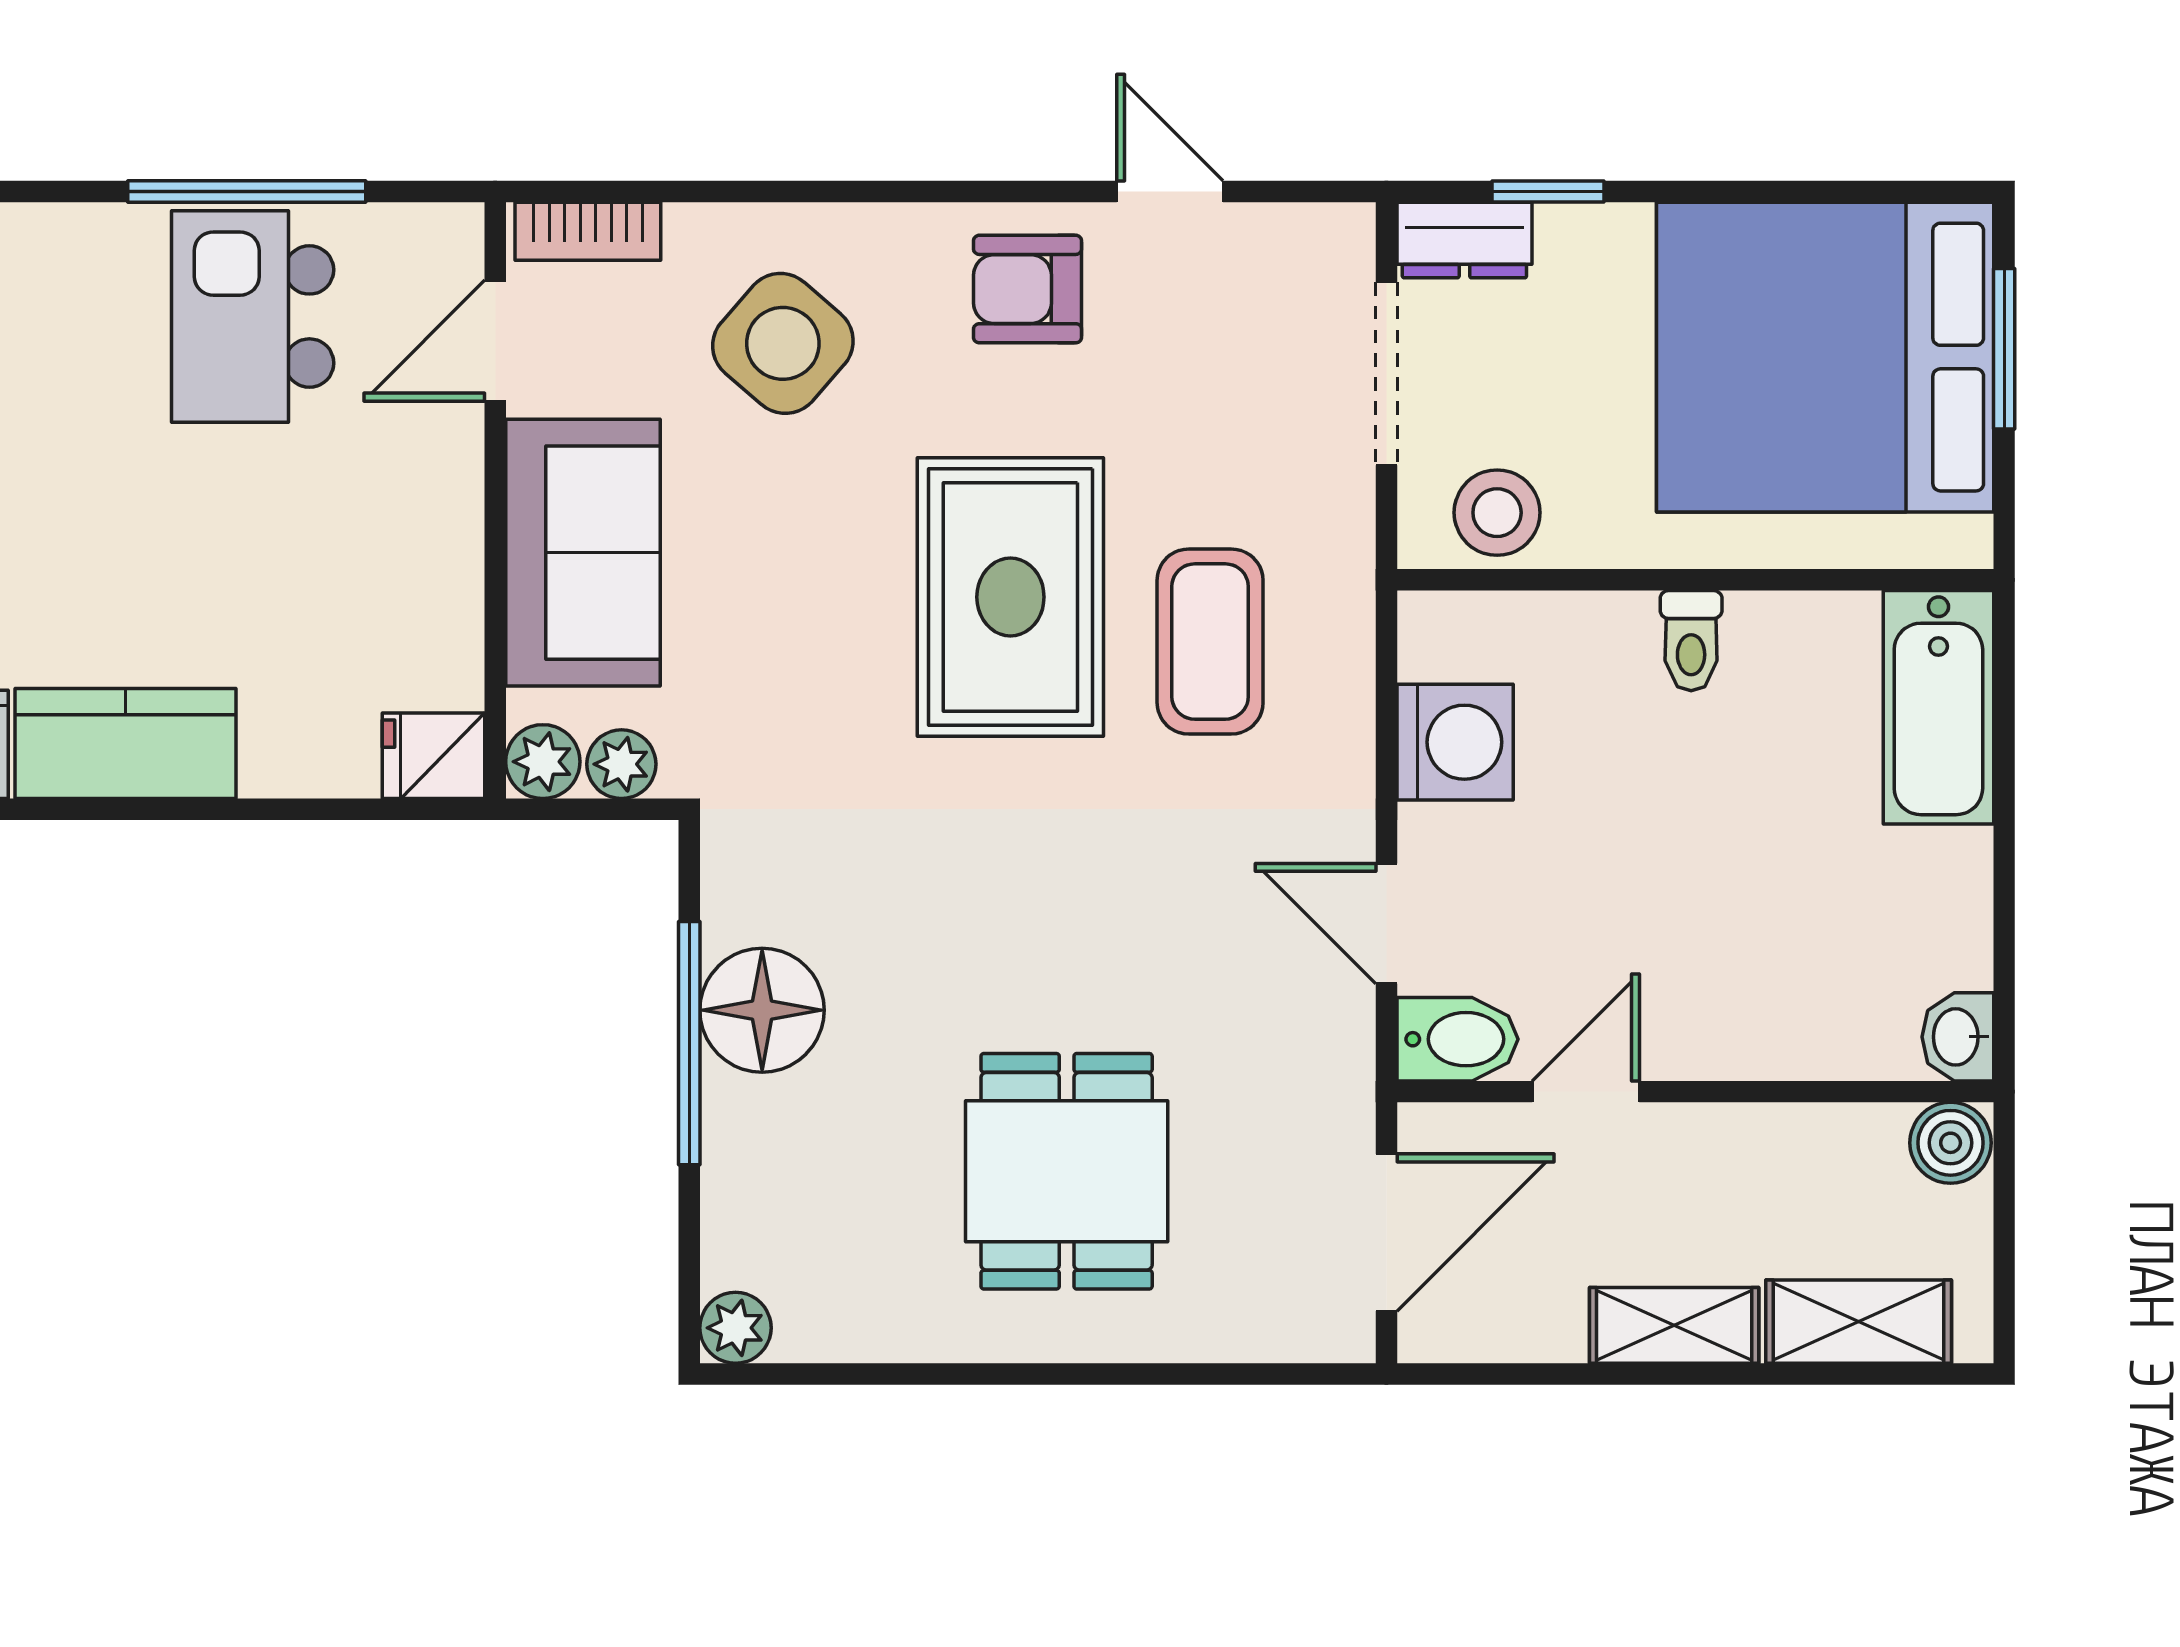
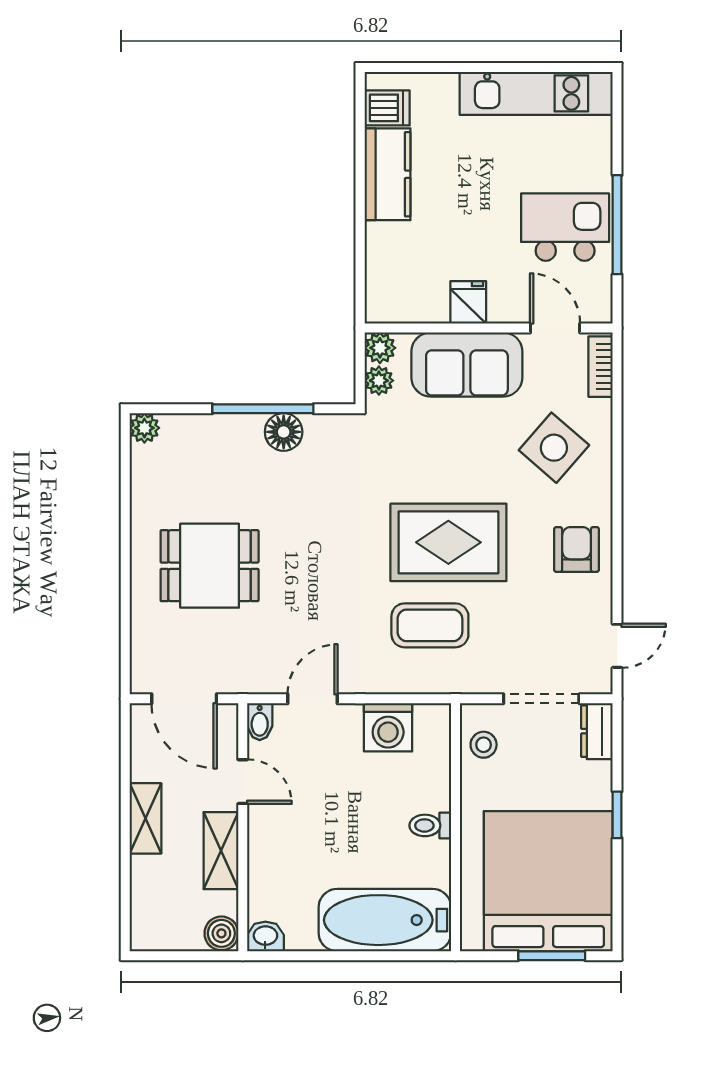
door: (1170, 192) -> (617, 646), moved
window: (1548, 192) -> (617, 815), moved
stool: (1497, 513) -> (484, 745), width x0.73, depth x0.73
bathtub: (1938, 707) -> (385, 920), width x1.36, depth x1.36
fridge: (433, 756) -> (468, 302), moved
floor lamp: (762, 1010) -> (284, 432), width x0.73, depth x0.73
bidet: (1458, 1039) -> (260, 722), width x0.72, depth x0.74
shelving: (1859, 1322) -> (221, 851), moved

